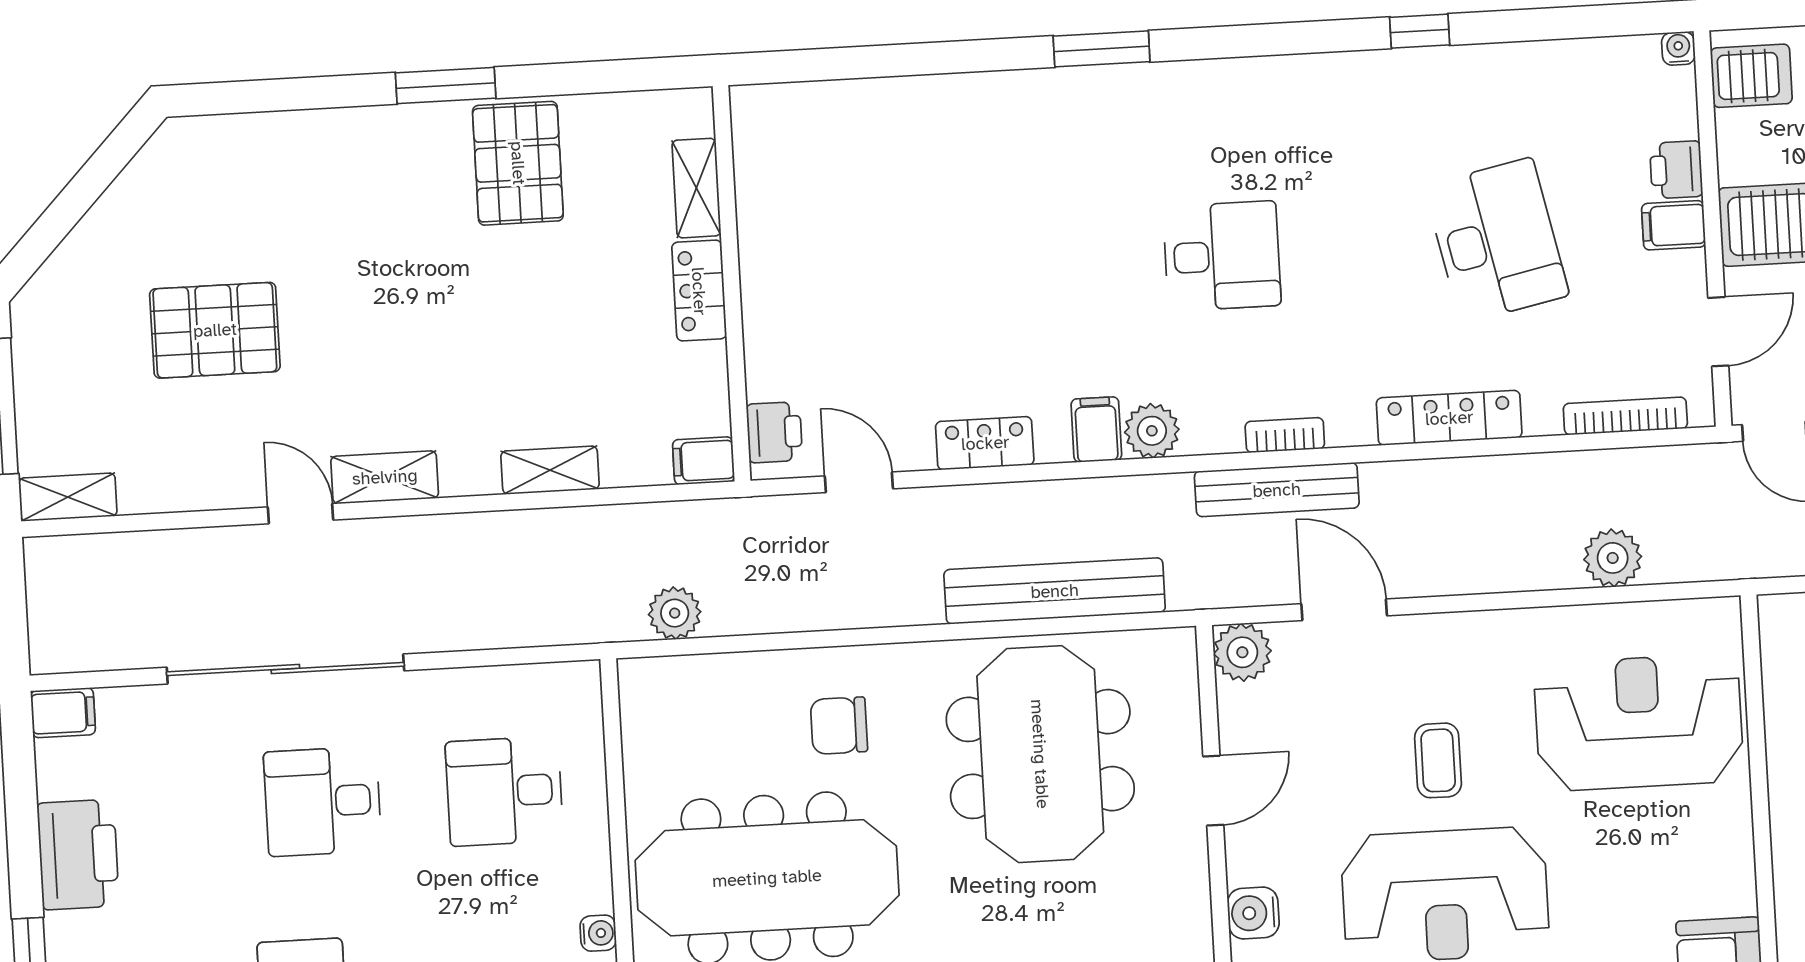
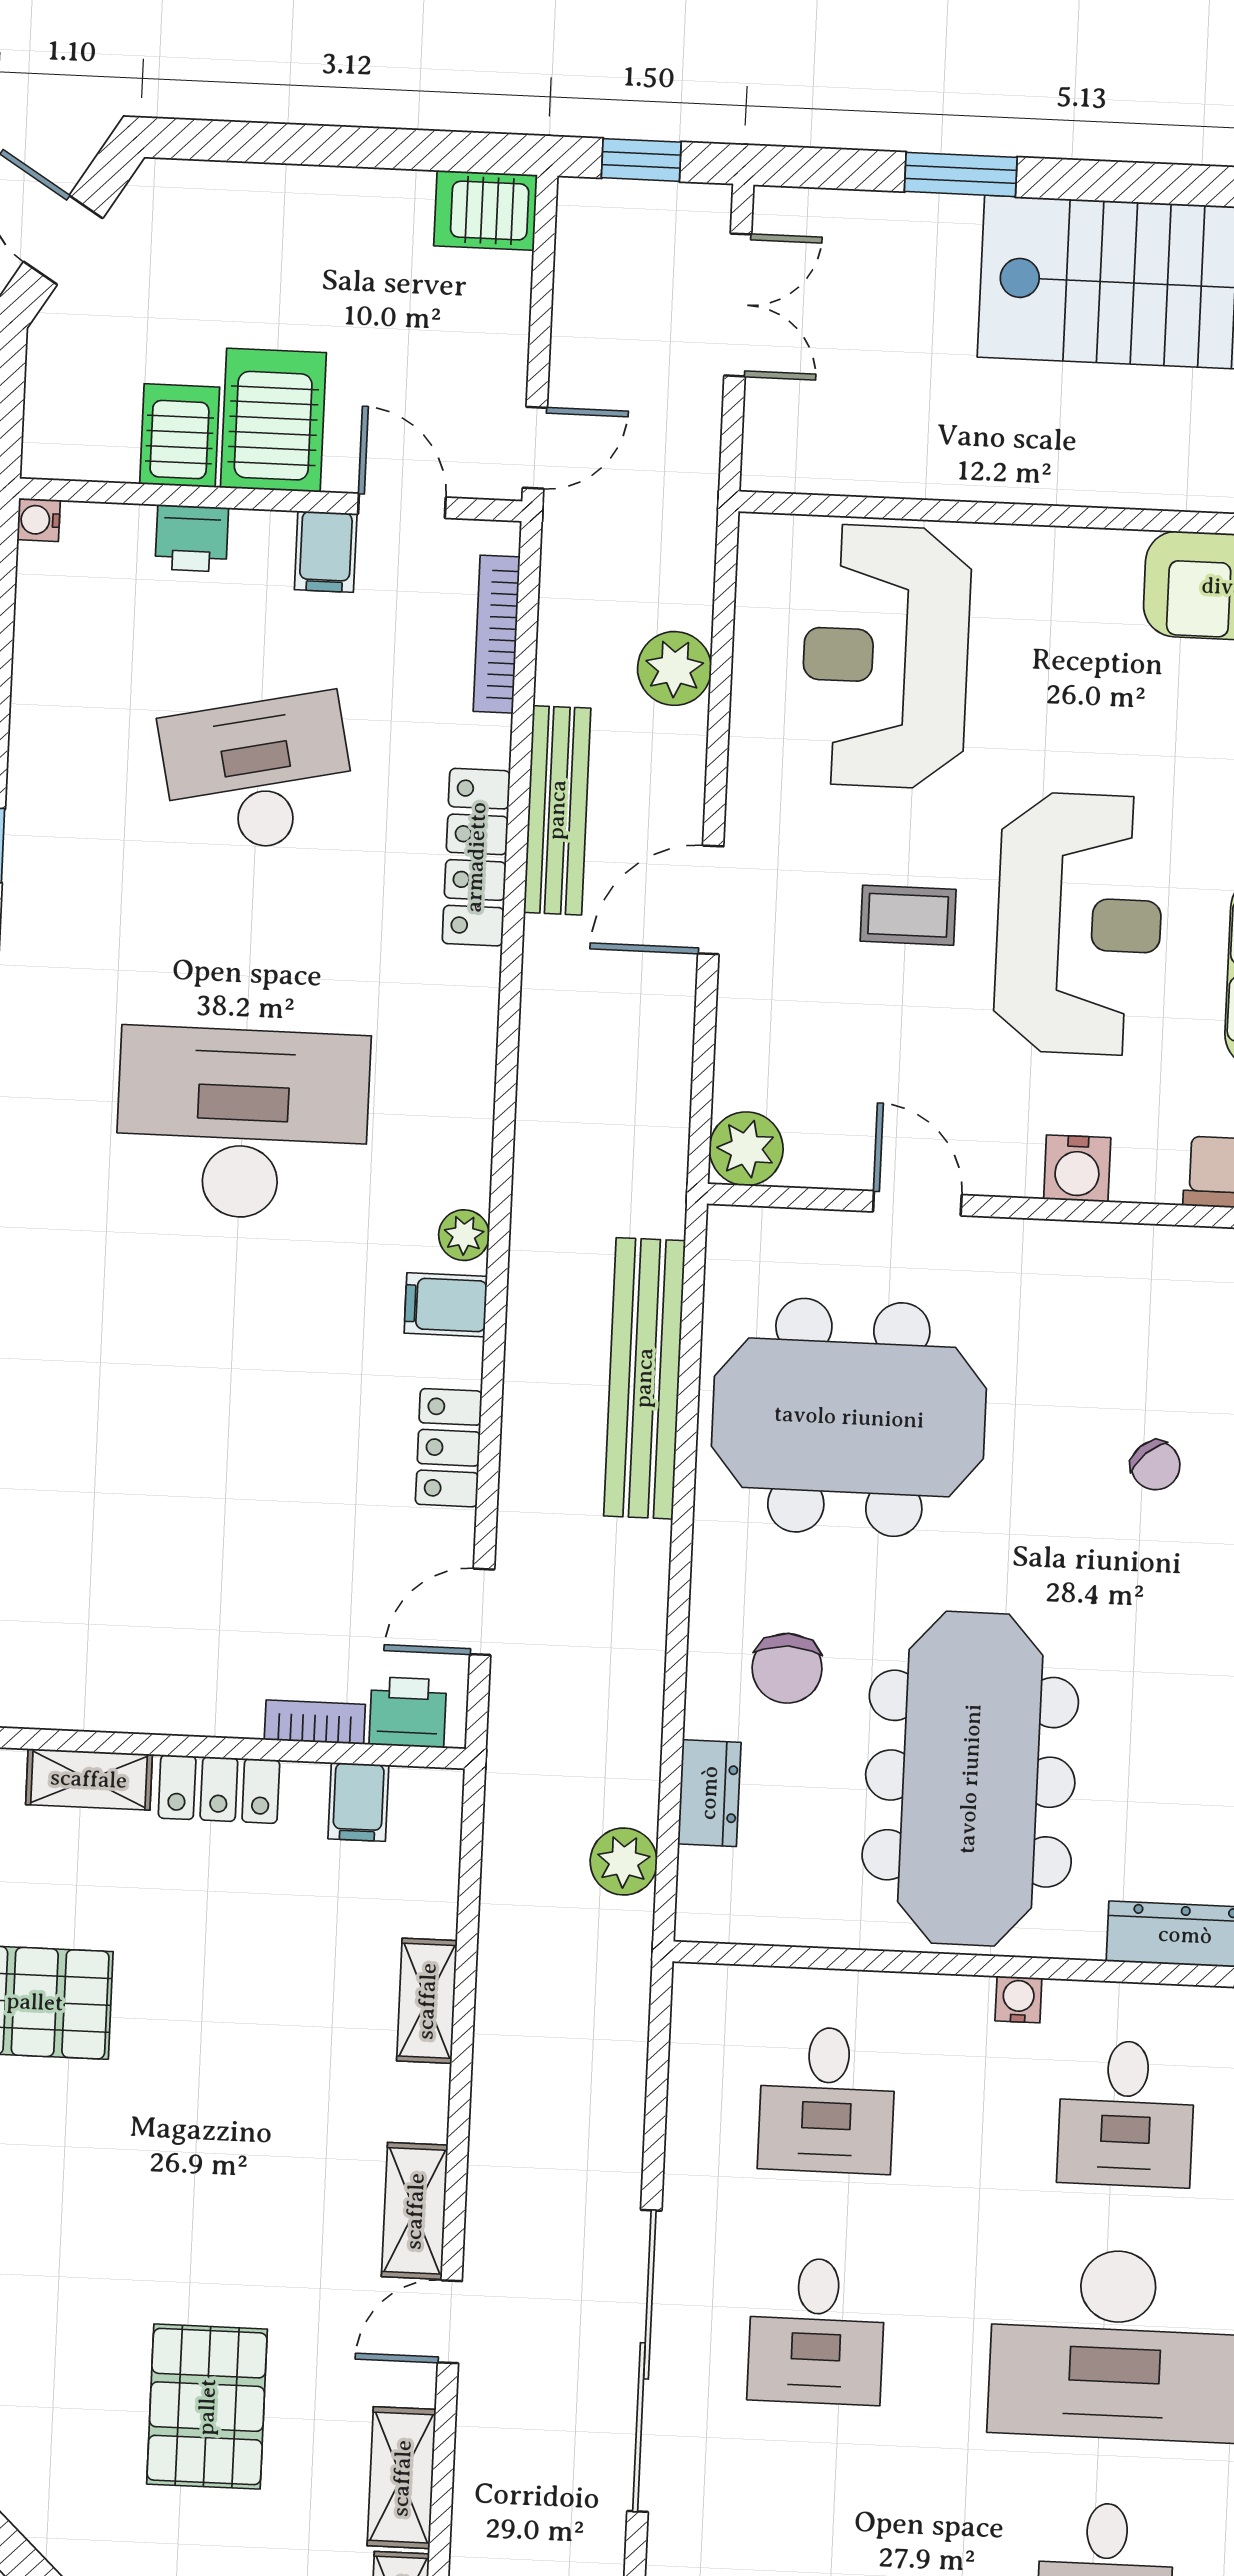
server rack: (1751, 76) -> (180, 436), moved
filing cabinet: (1674, 225) -> (326, 552), moved
desk: (1222, 256) -> (242, 1124), width x1.87, depth x1.30
plant: (1152, 431) -> (464, 1235), width x0.73, depth x0.73
bookcase: (1285, 435) -> (315, 1722), moved, turned 90
filing cabinet: (704, 461) -> (358, 1802), moved
shelving: (175, 488) -> (402, 2478), added
bench: (1277, 490) -> (557, 810), moved
door: (1344, 610) -> (711, 900), moved
dresser: (735, 675) -> (709, 1793), added

